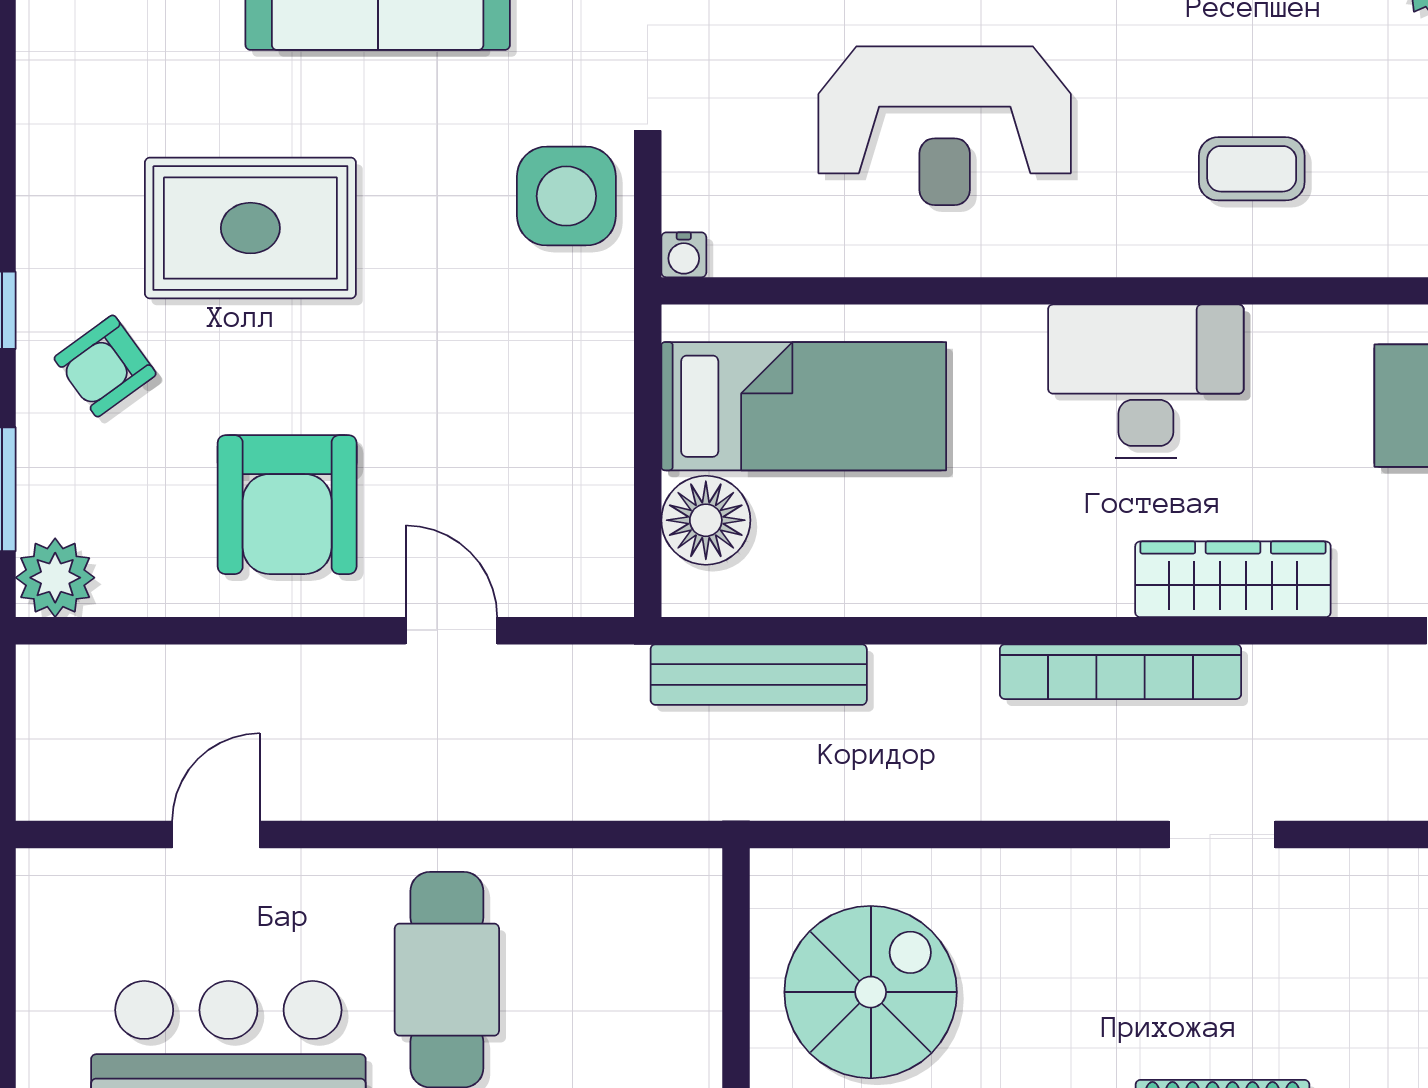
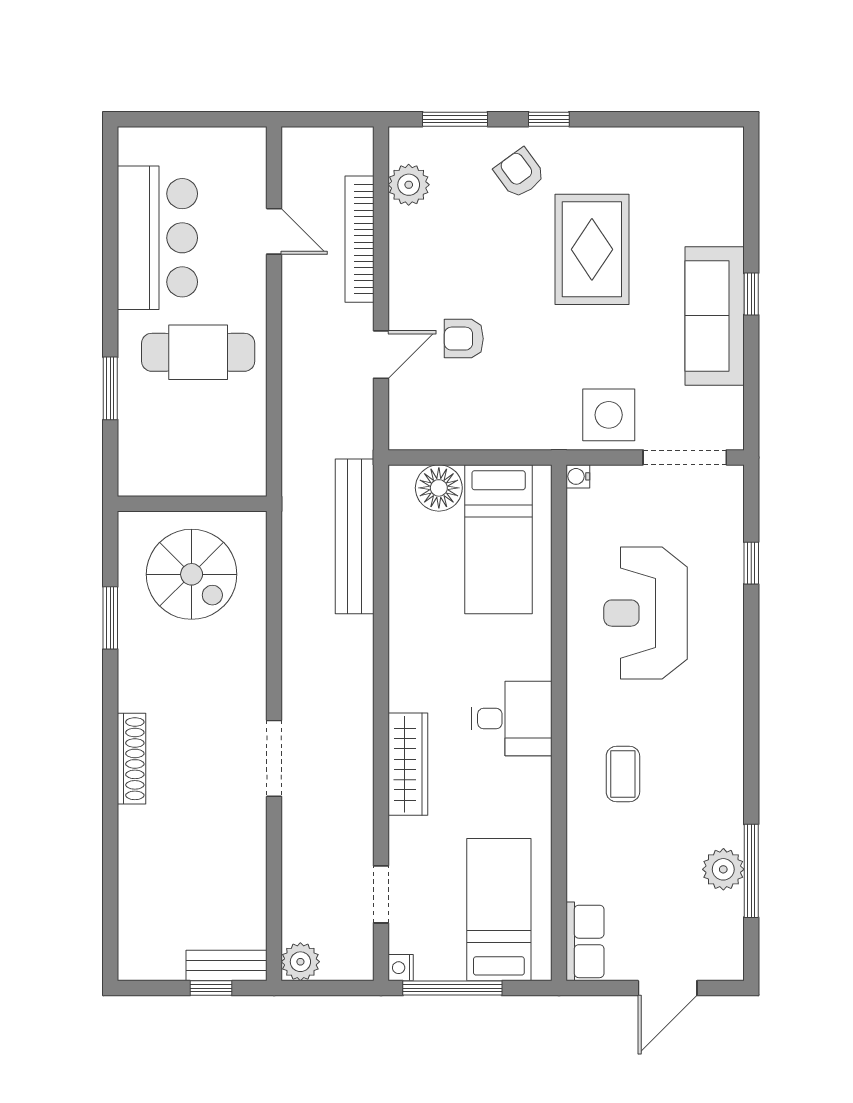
desk: (1146, 381) -> (512, 719), width x0.73
armchair: (287, 505) -> (464, 339), moved, width x0.53, depth x0.53
plant: (55, 578) -> (409, 185), moved
bookcase: (1121, 672) -> (359, 239), moved
bench: (759, 675) -> (355, 536), width x1.37, depth x1.21
doorway: (1222, 835) -> (274, 758), width x1.38

